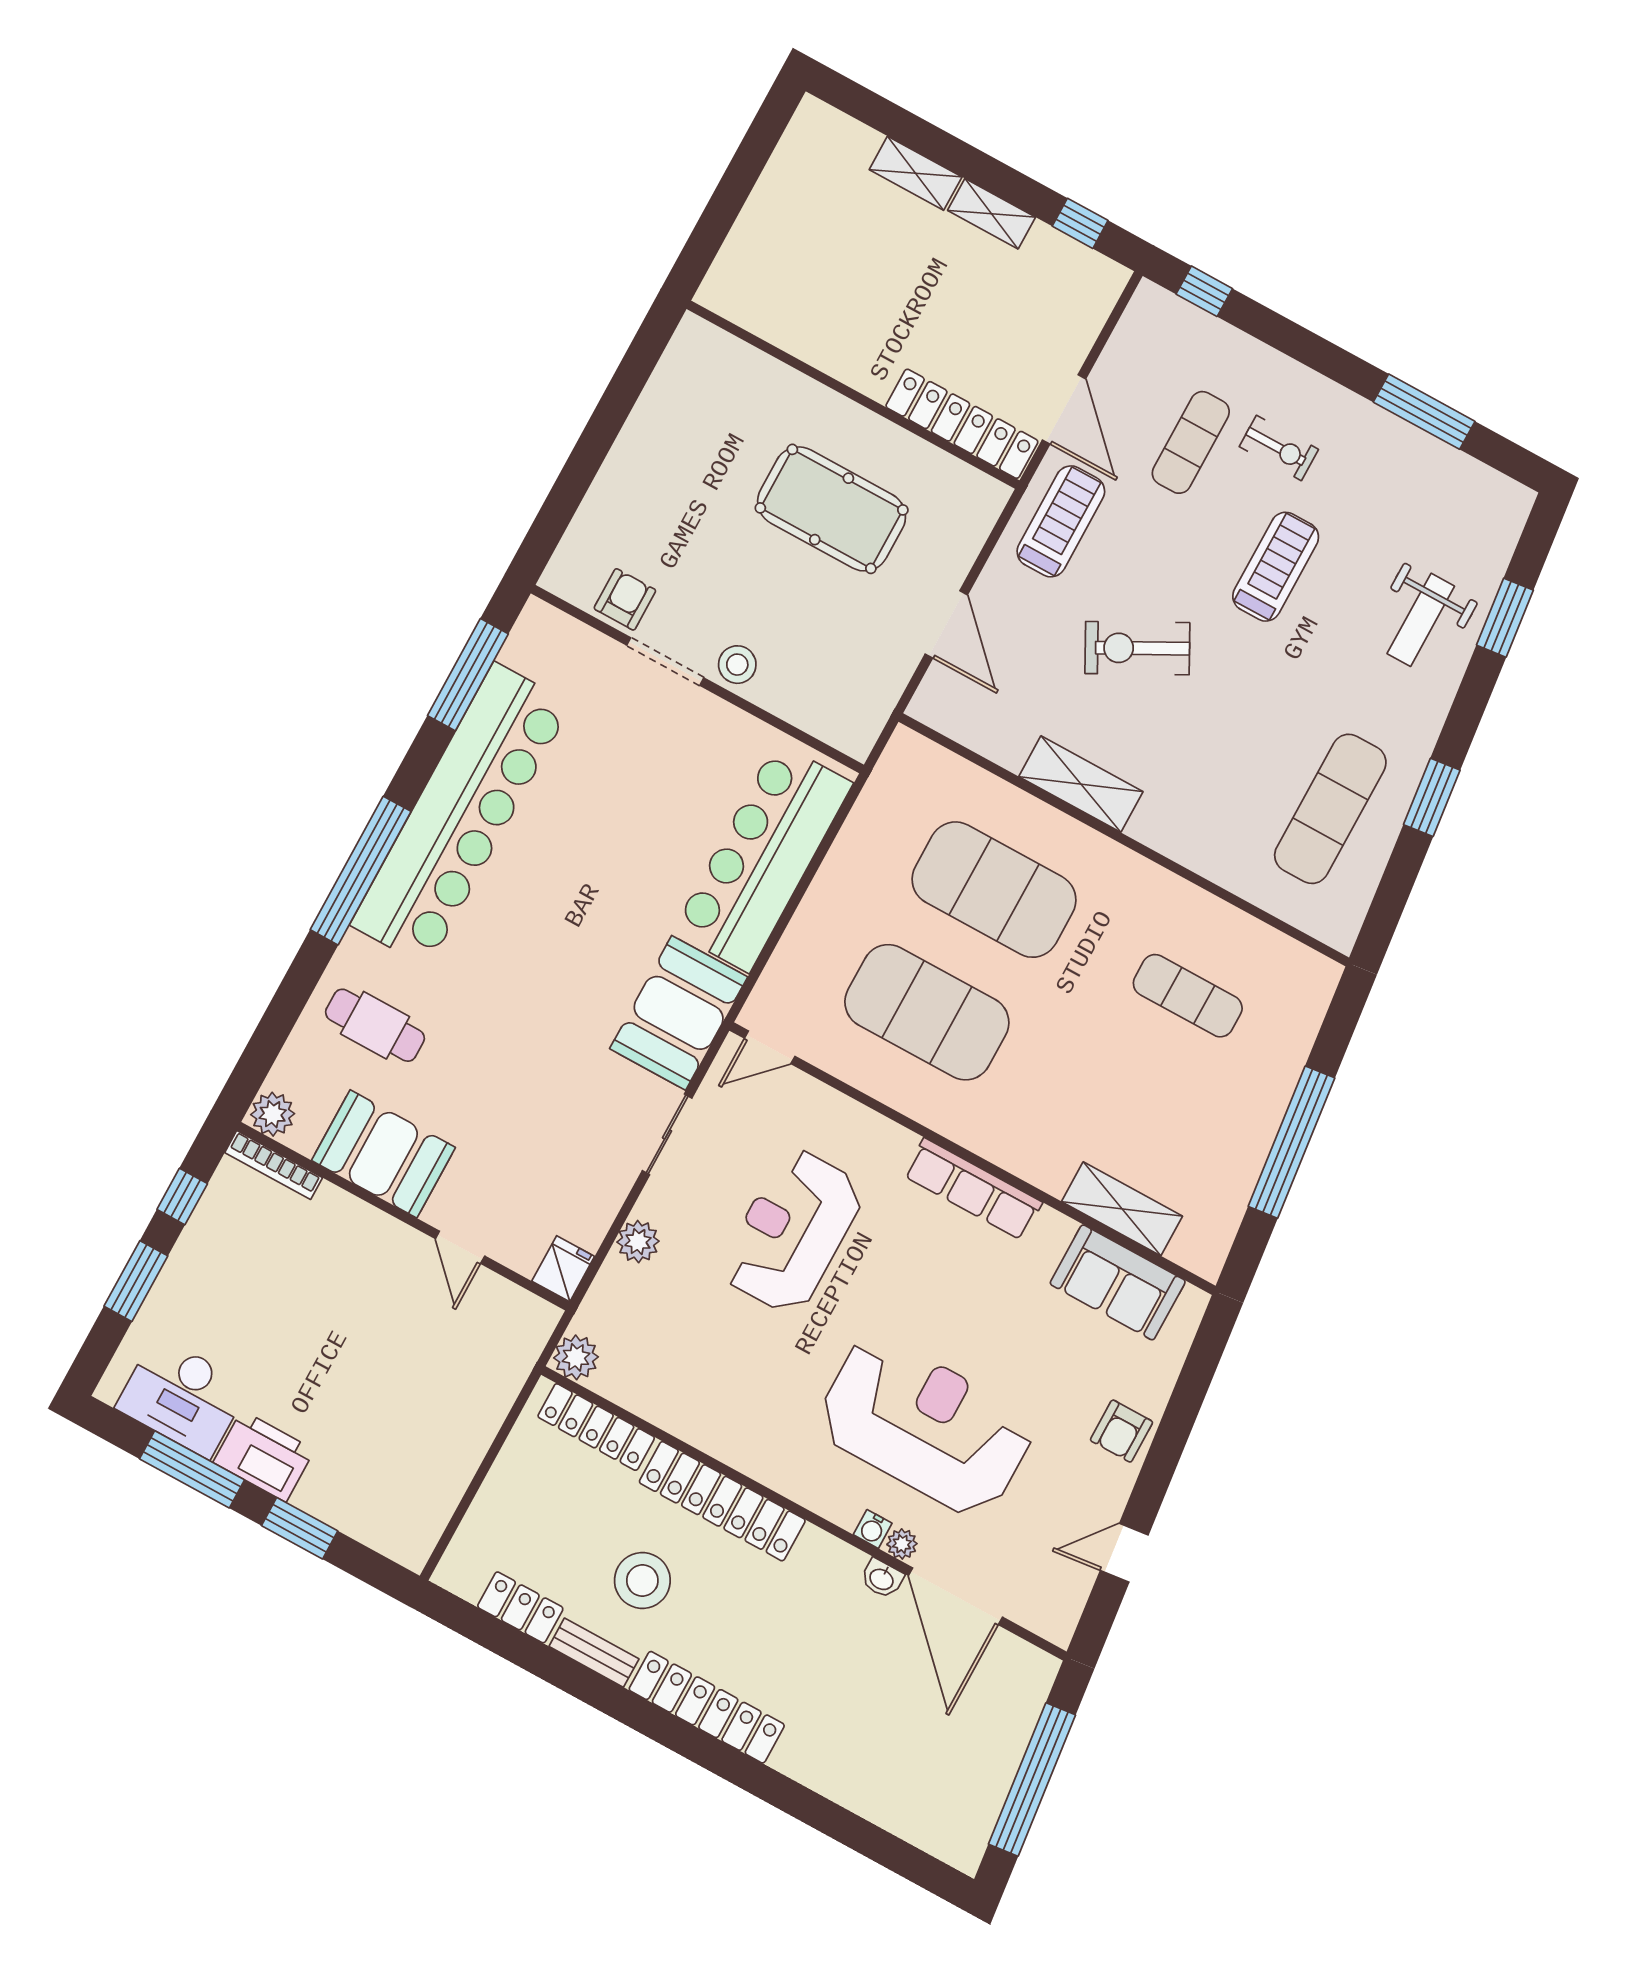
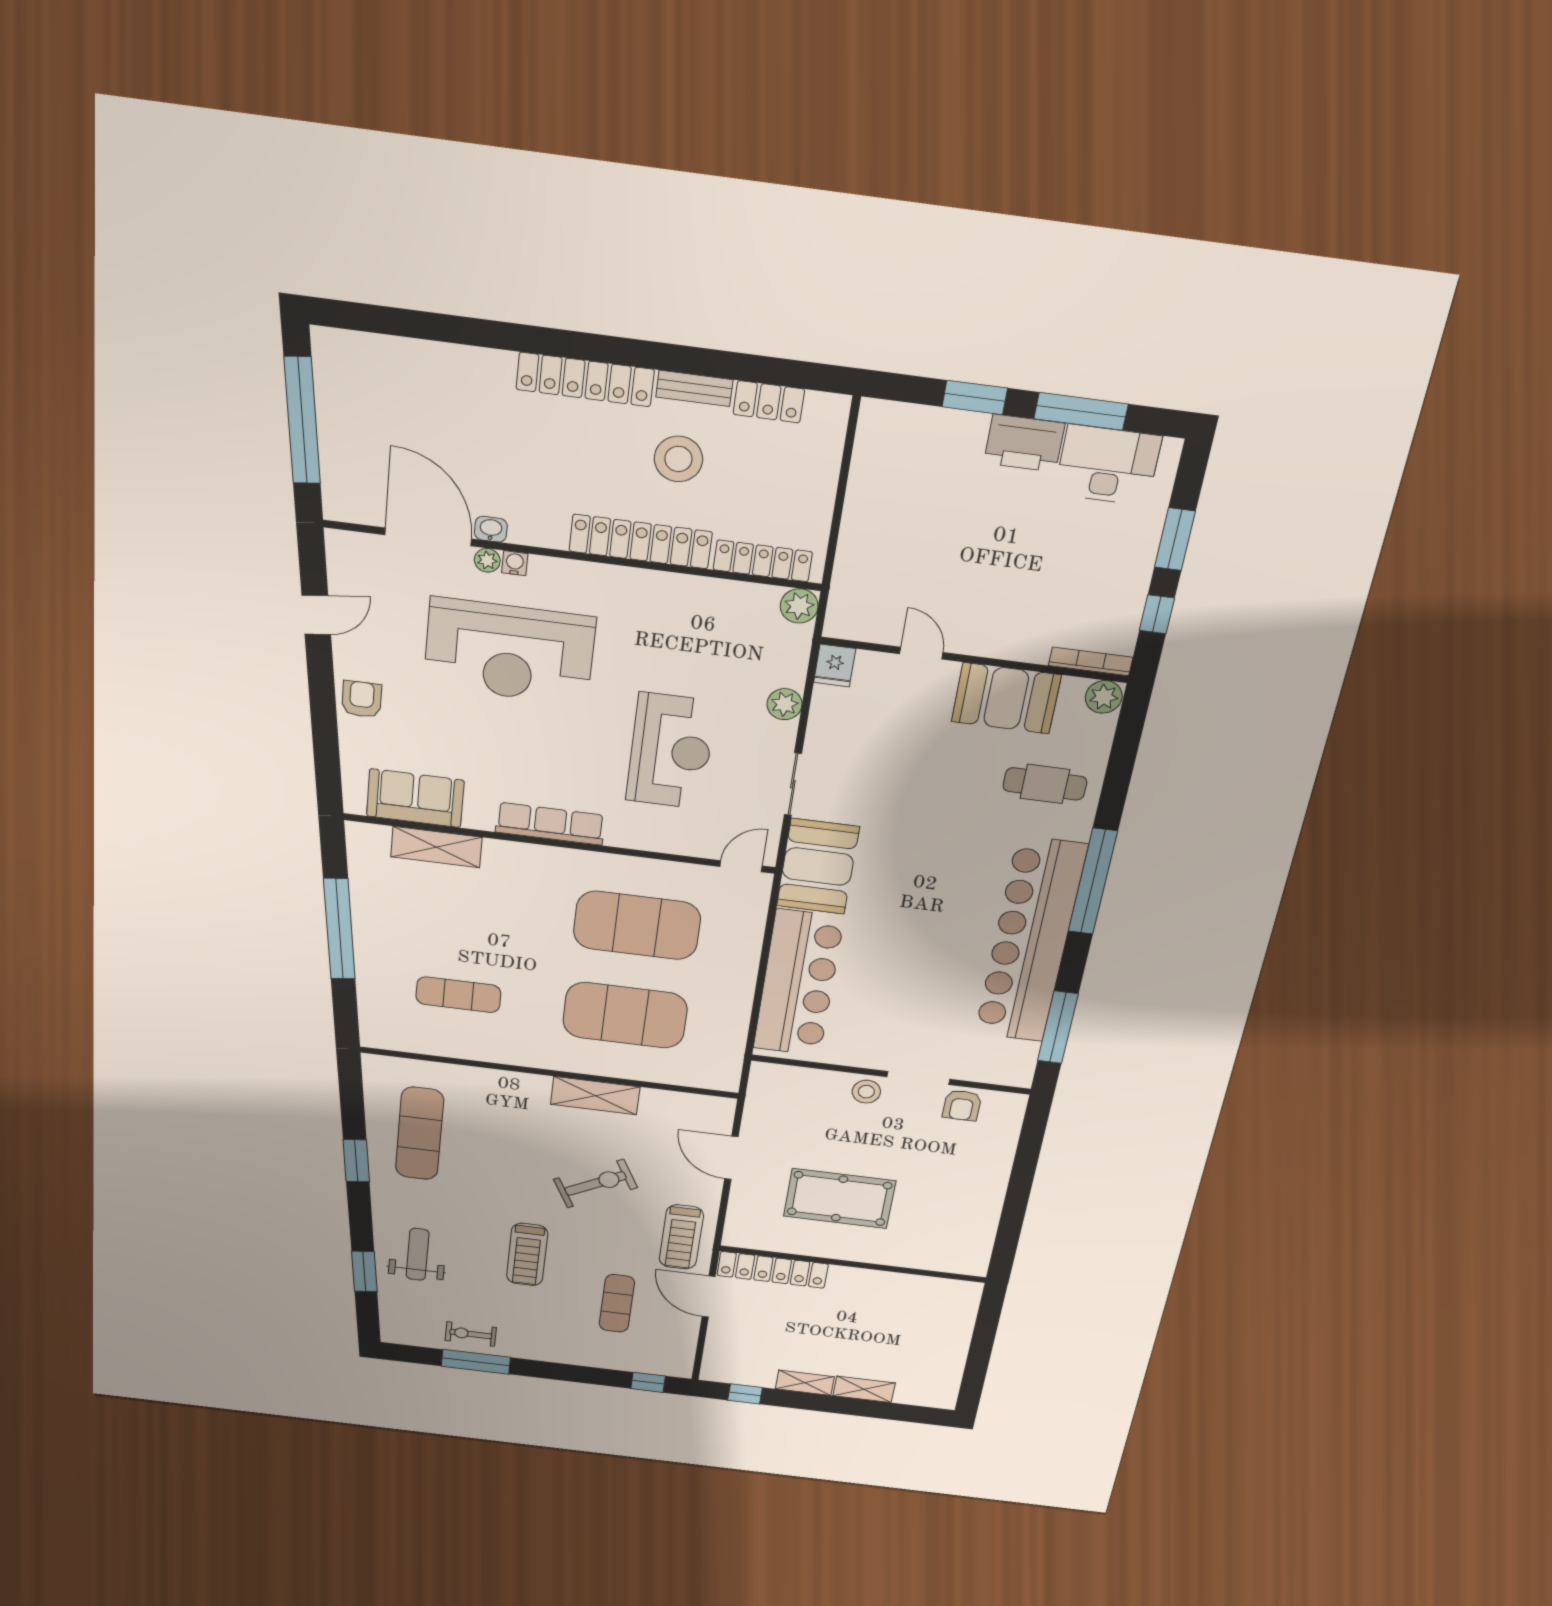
exercise bike: (1279, 448) -> (471, 1334), moved

